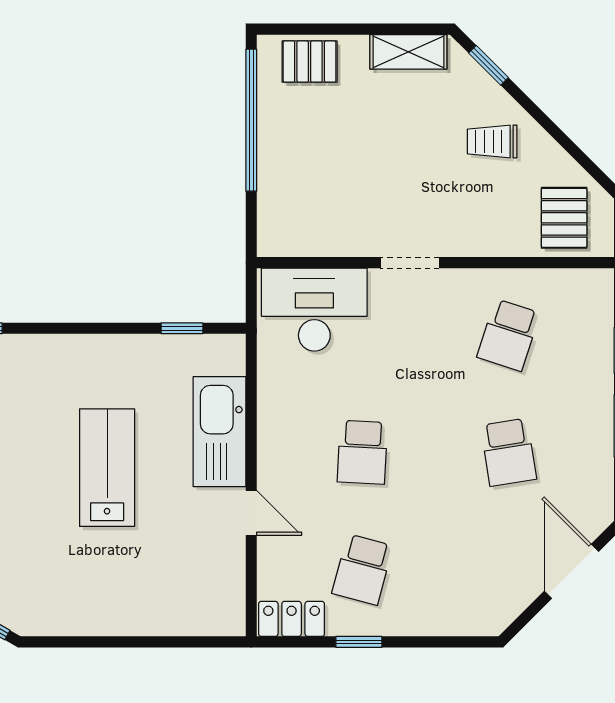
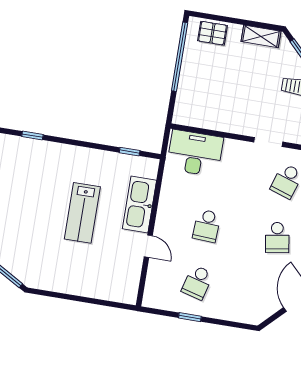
doorway: (410, 263) -> (268, 142), moved
lab bench: (107, 468) -> (82, 213), turned 180
locker: (292, 619) -> (159, 301), removed

